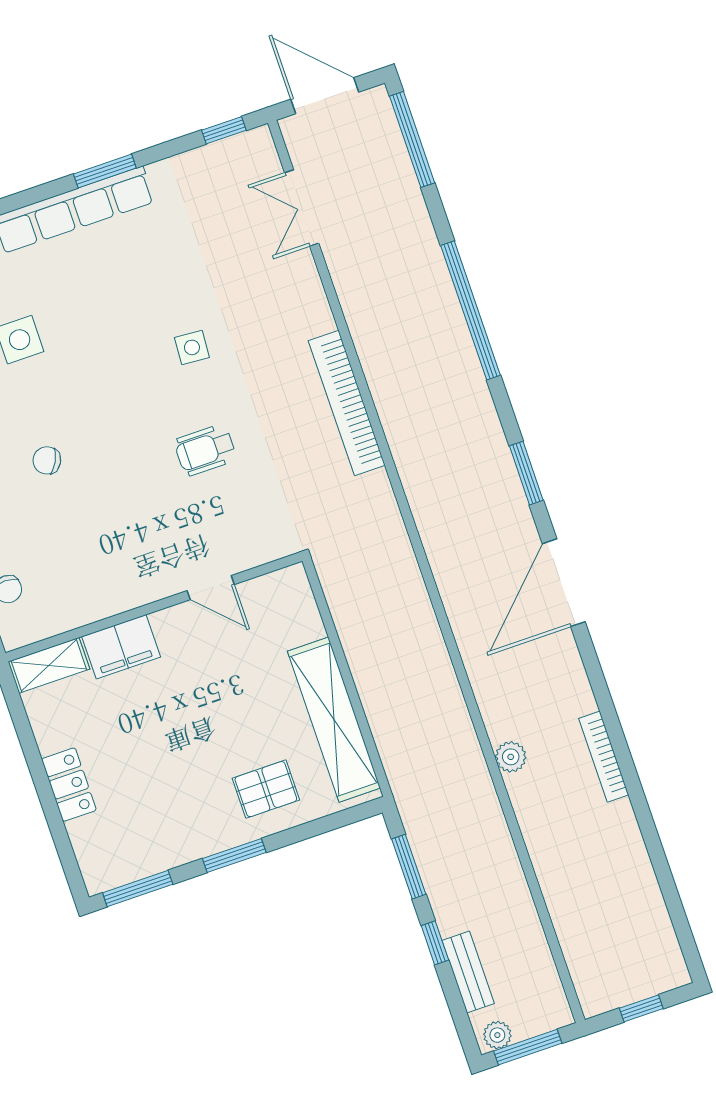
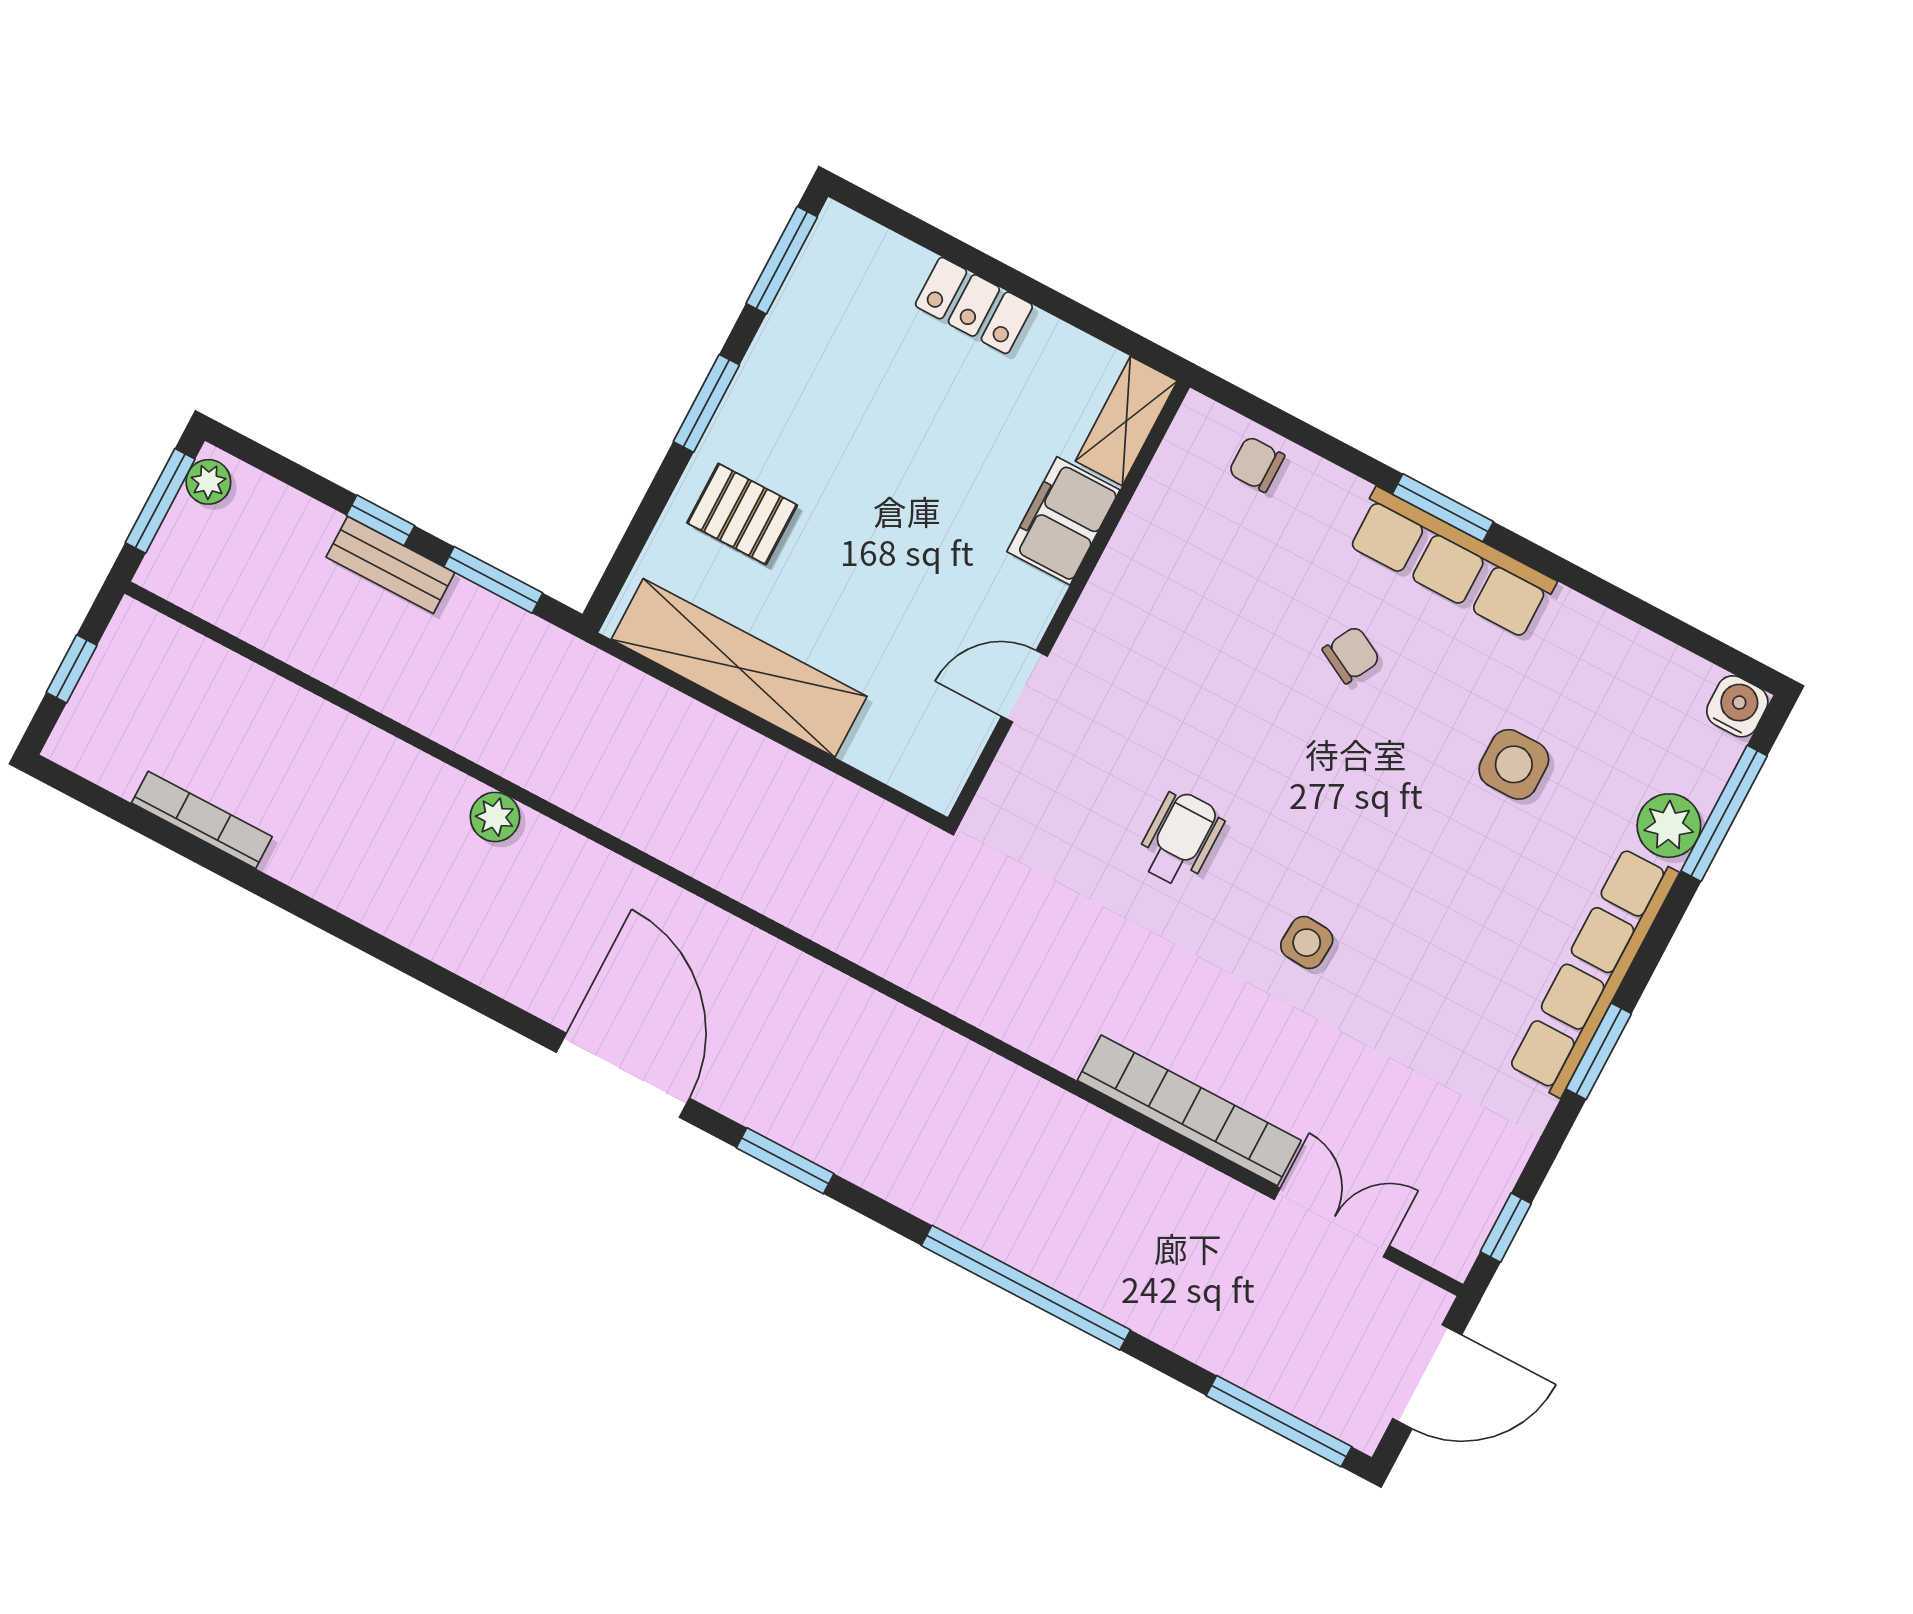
bookcase: (347, 403) -> (1189, 1110), moved
bookcase: (604, 757) -> (202, 820), moved
pallet: (266, 789) -> (742, 514), turned 90
bench: (468, 972) -> (390, 565), moved

